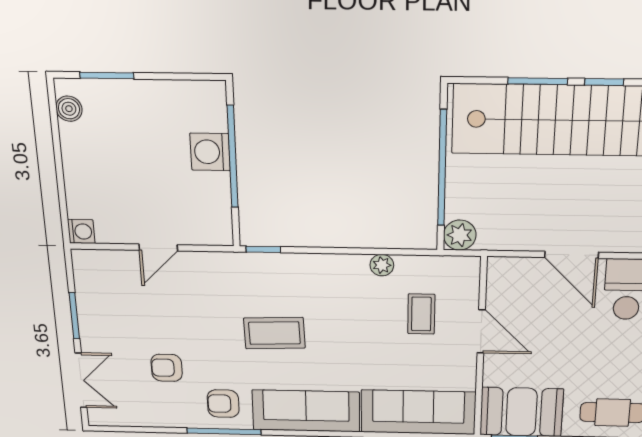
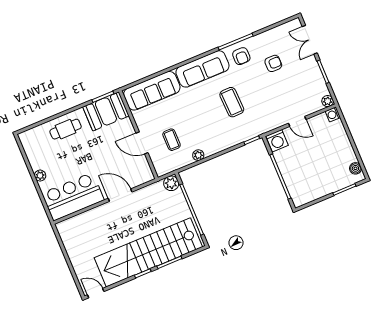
washing machine: (210, 152) -> (277, 141), moved, turned 90
door: (158, 247) -> (297, 121), swing flipped
plant: (83, 260) -> (328, 101), added
coffee table: (274, 333) -> (232, 102), turned 90
armchair: (223, 404) -> (241, 56), turned 90

